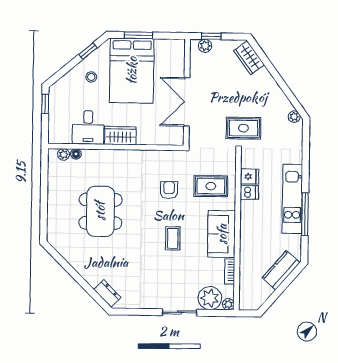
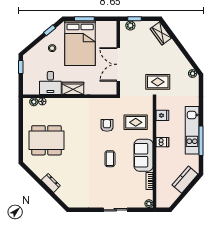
dishwasher: (249, 192) -> (162, 142), moved
dining table: (100, 211) -> (46, 140), moved, turned 90
dresser: (107, 293) -> (51, 183), moved
plant: (210, 298) -> (136, 200), removed

